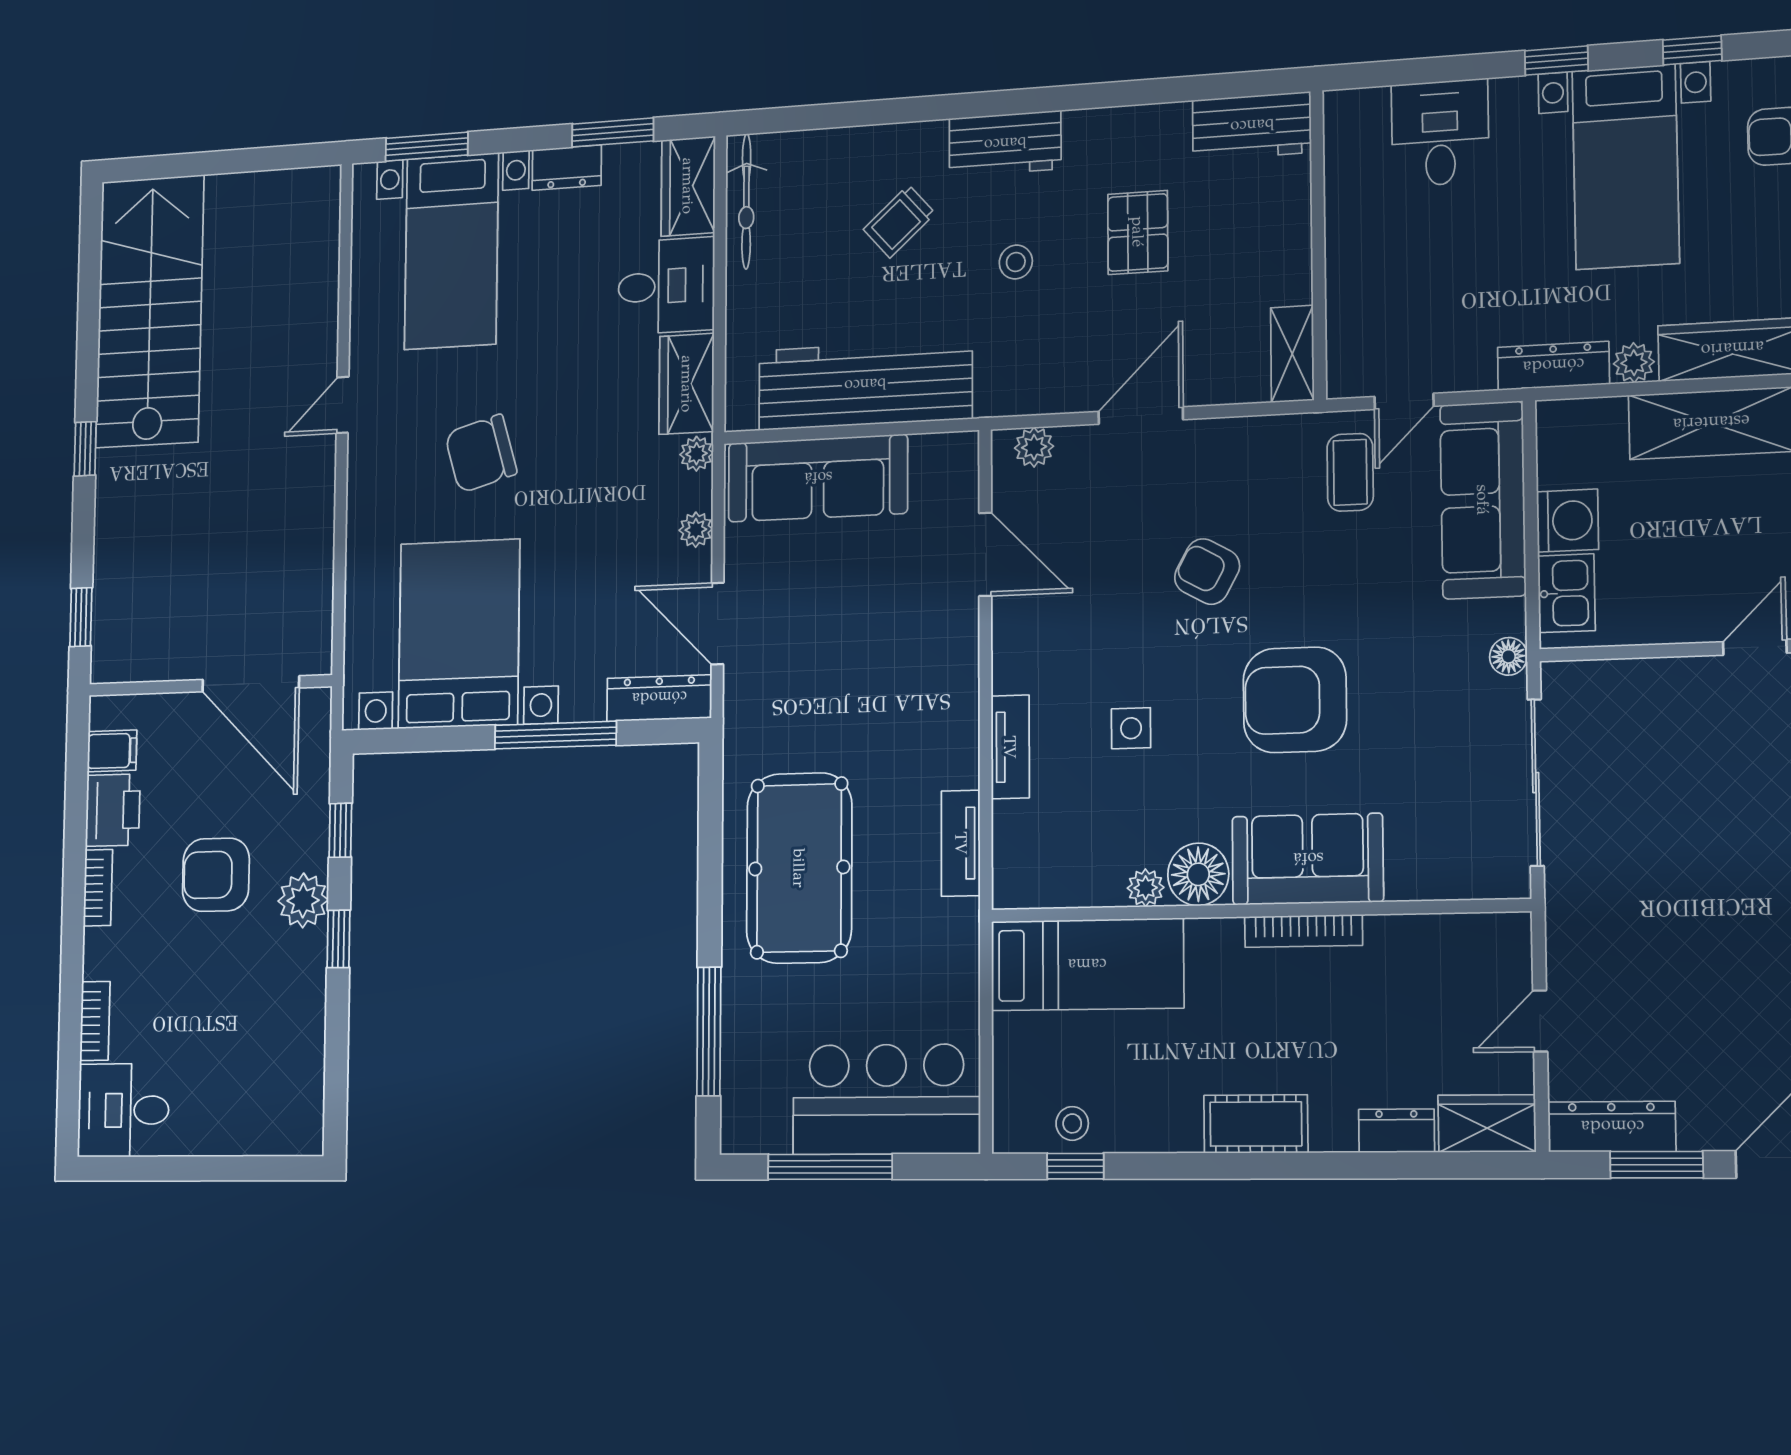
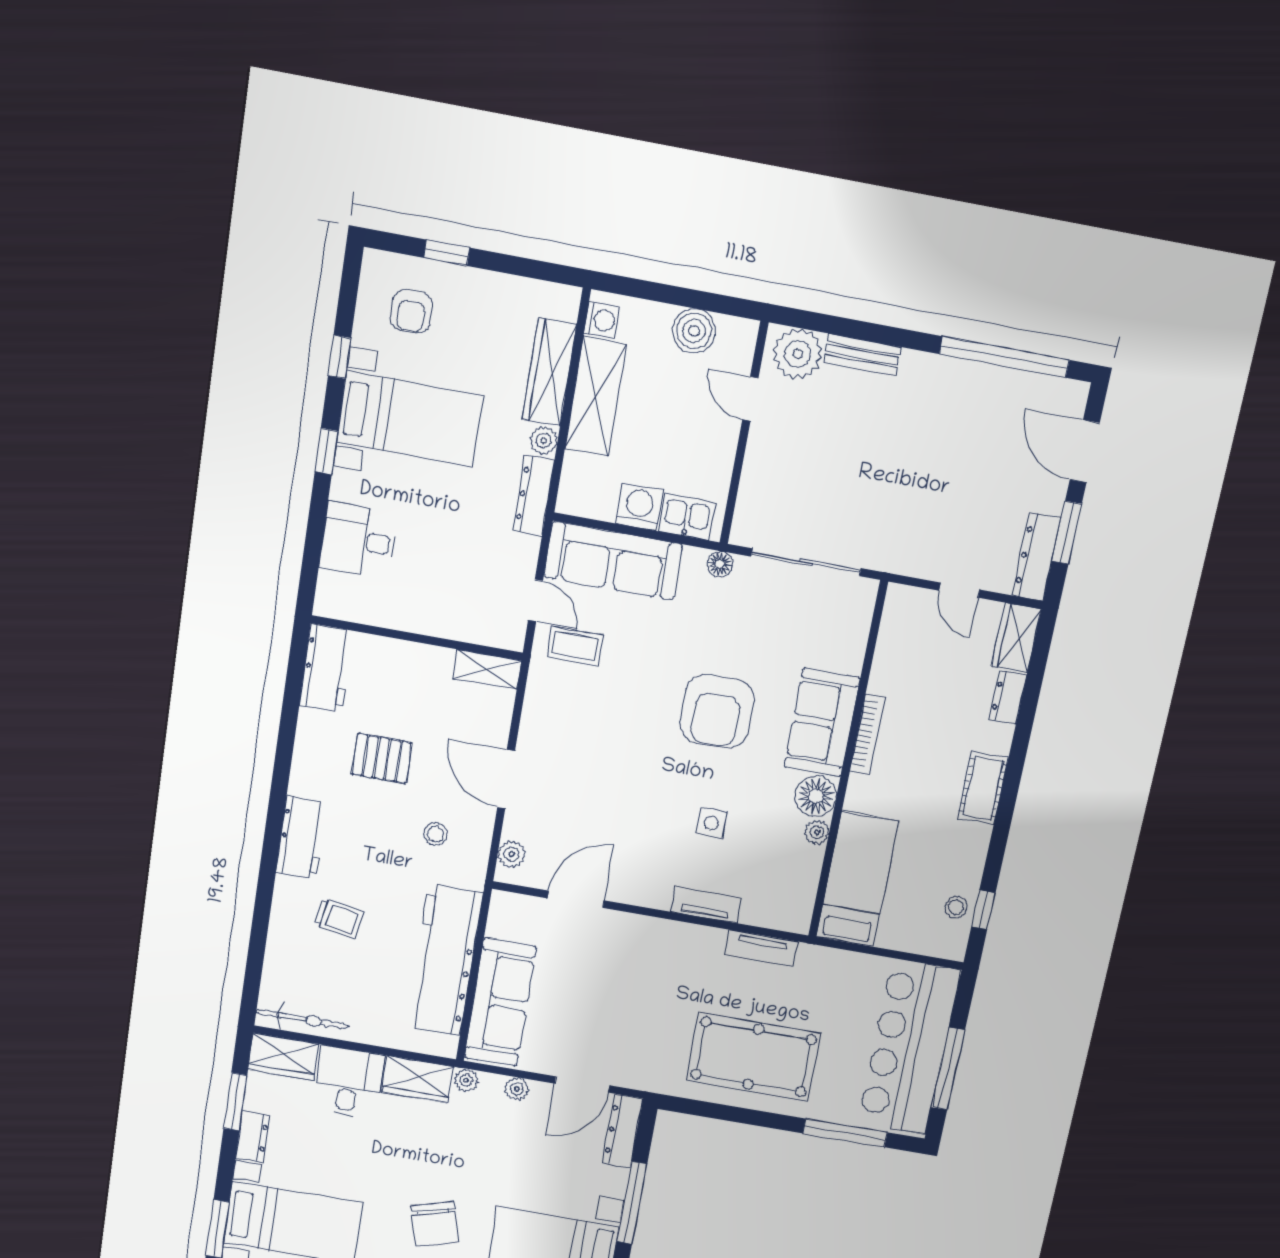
trolley: (899, 221) -> (339, 918), turned -38
stool: (1016, 262) -> (436, 834), moved
armchair: (1207, 572) -> (620, 754), removed
bar counter: (886, 1099) -> (909, 1047), width x1.36

